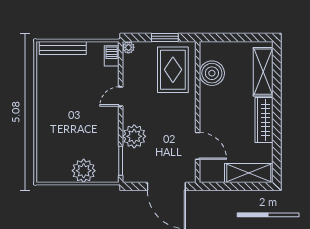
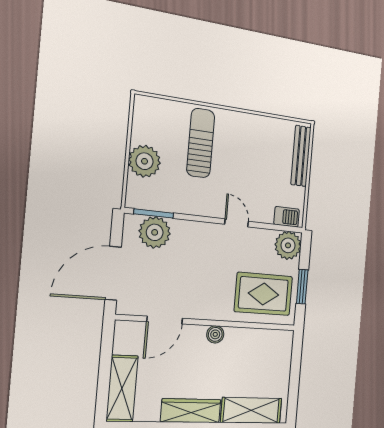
plant: (128, 47) -> (288, 245), width x1.88, depth x1.88
boiler: (212, 73) -> (215, 334), moved, width x0.54, depth x0.54
sun lounger: (64, 130) -> (201, 143), added
plant: (134, 136) -> (155, 232), moved

